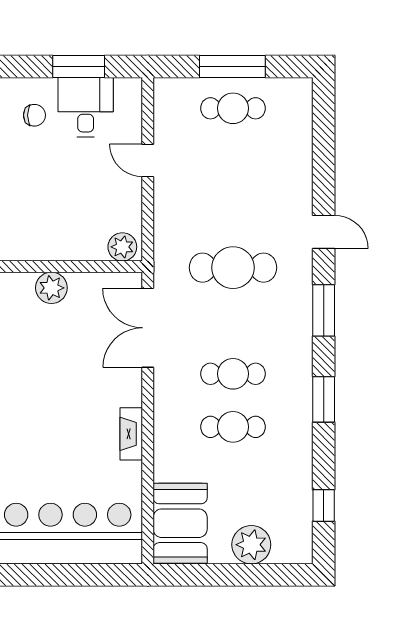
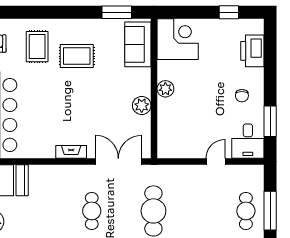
desk: (86, 107) -> (248, 141), moved, turned 90
plant: (122, 247) -> (165, 89), moved
cafe table: (233, 427) -> (61, 211), removed
fireplace: (131, 434) -> (71, 152), moved

